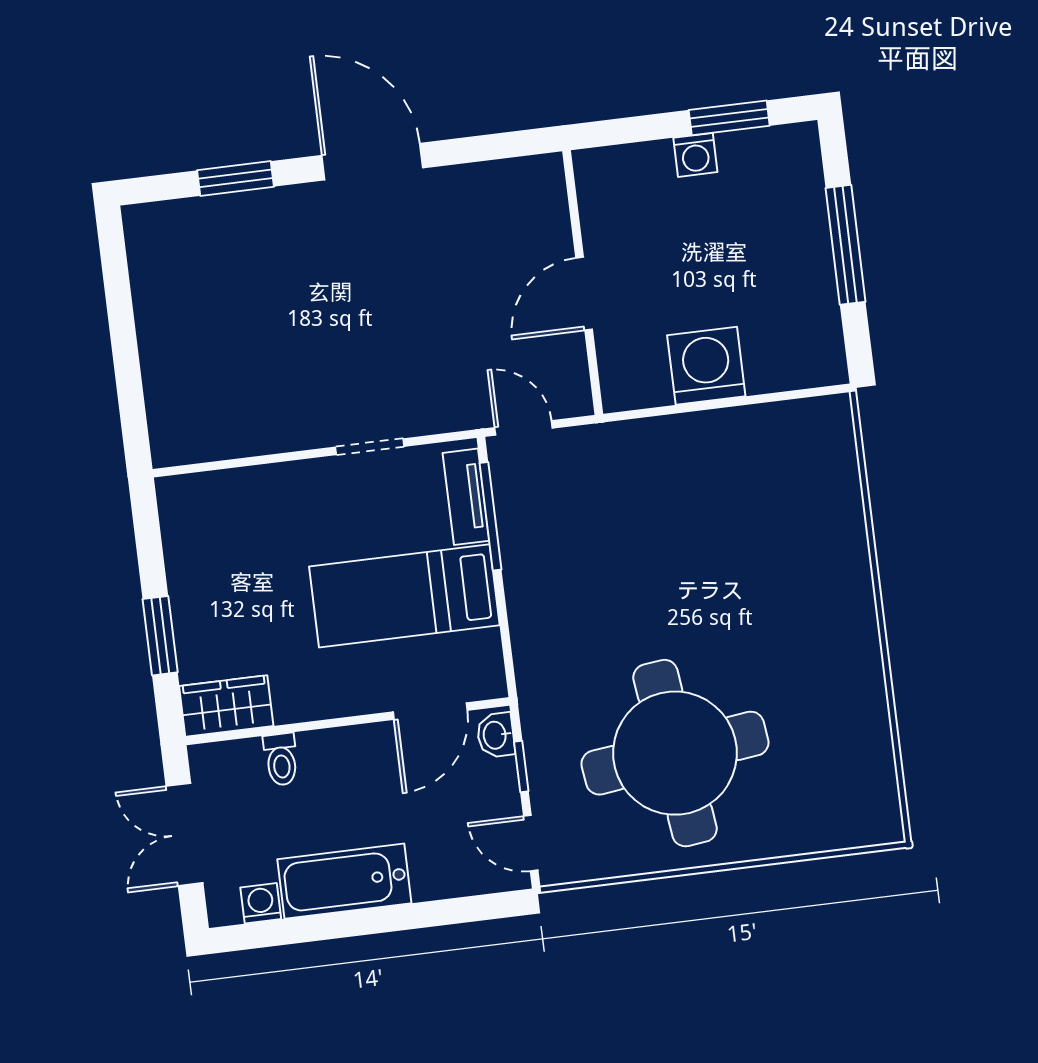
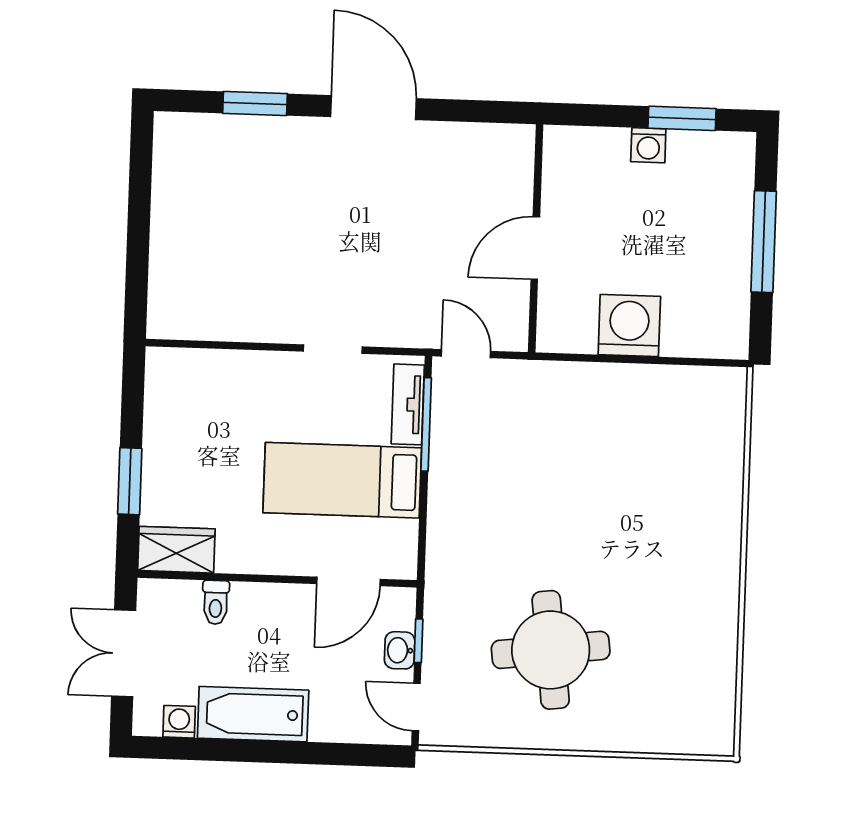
washbasin: (496, 735) -> (400, 650), moved
round table: (675, 753) -> (551, 650), width x0.73, depth x0.73

